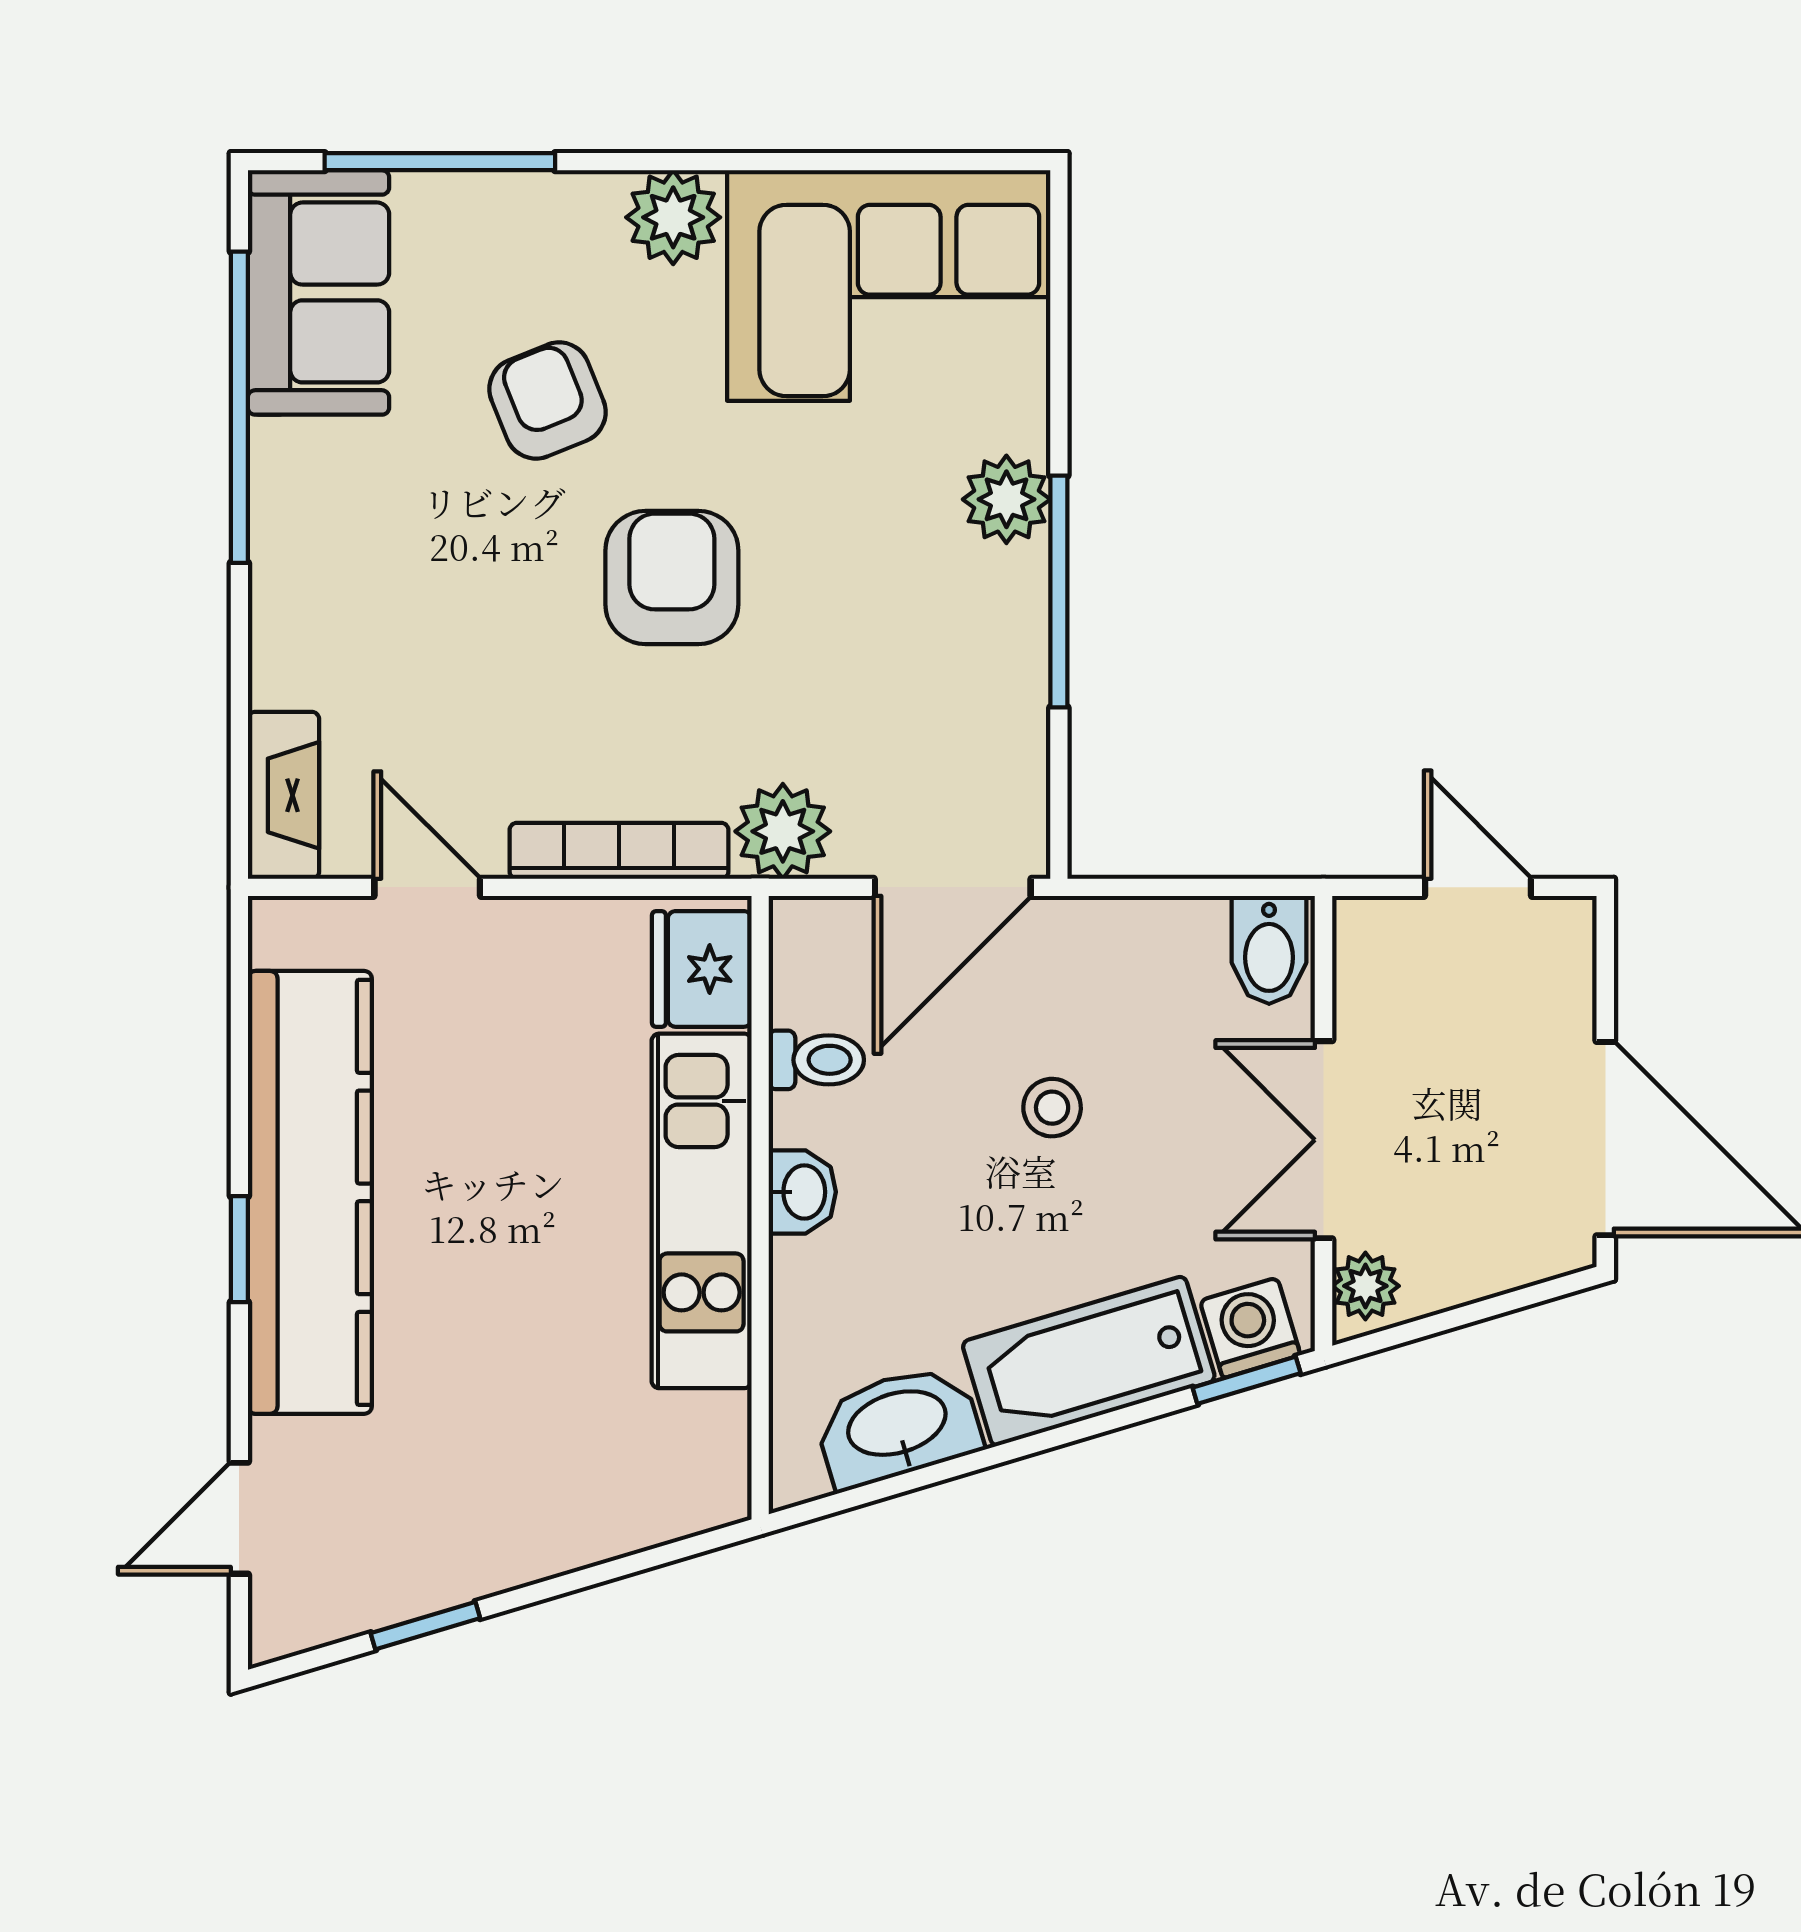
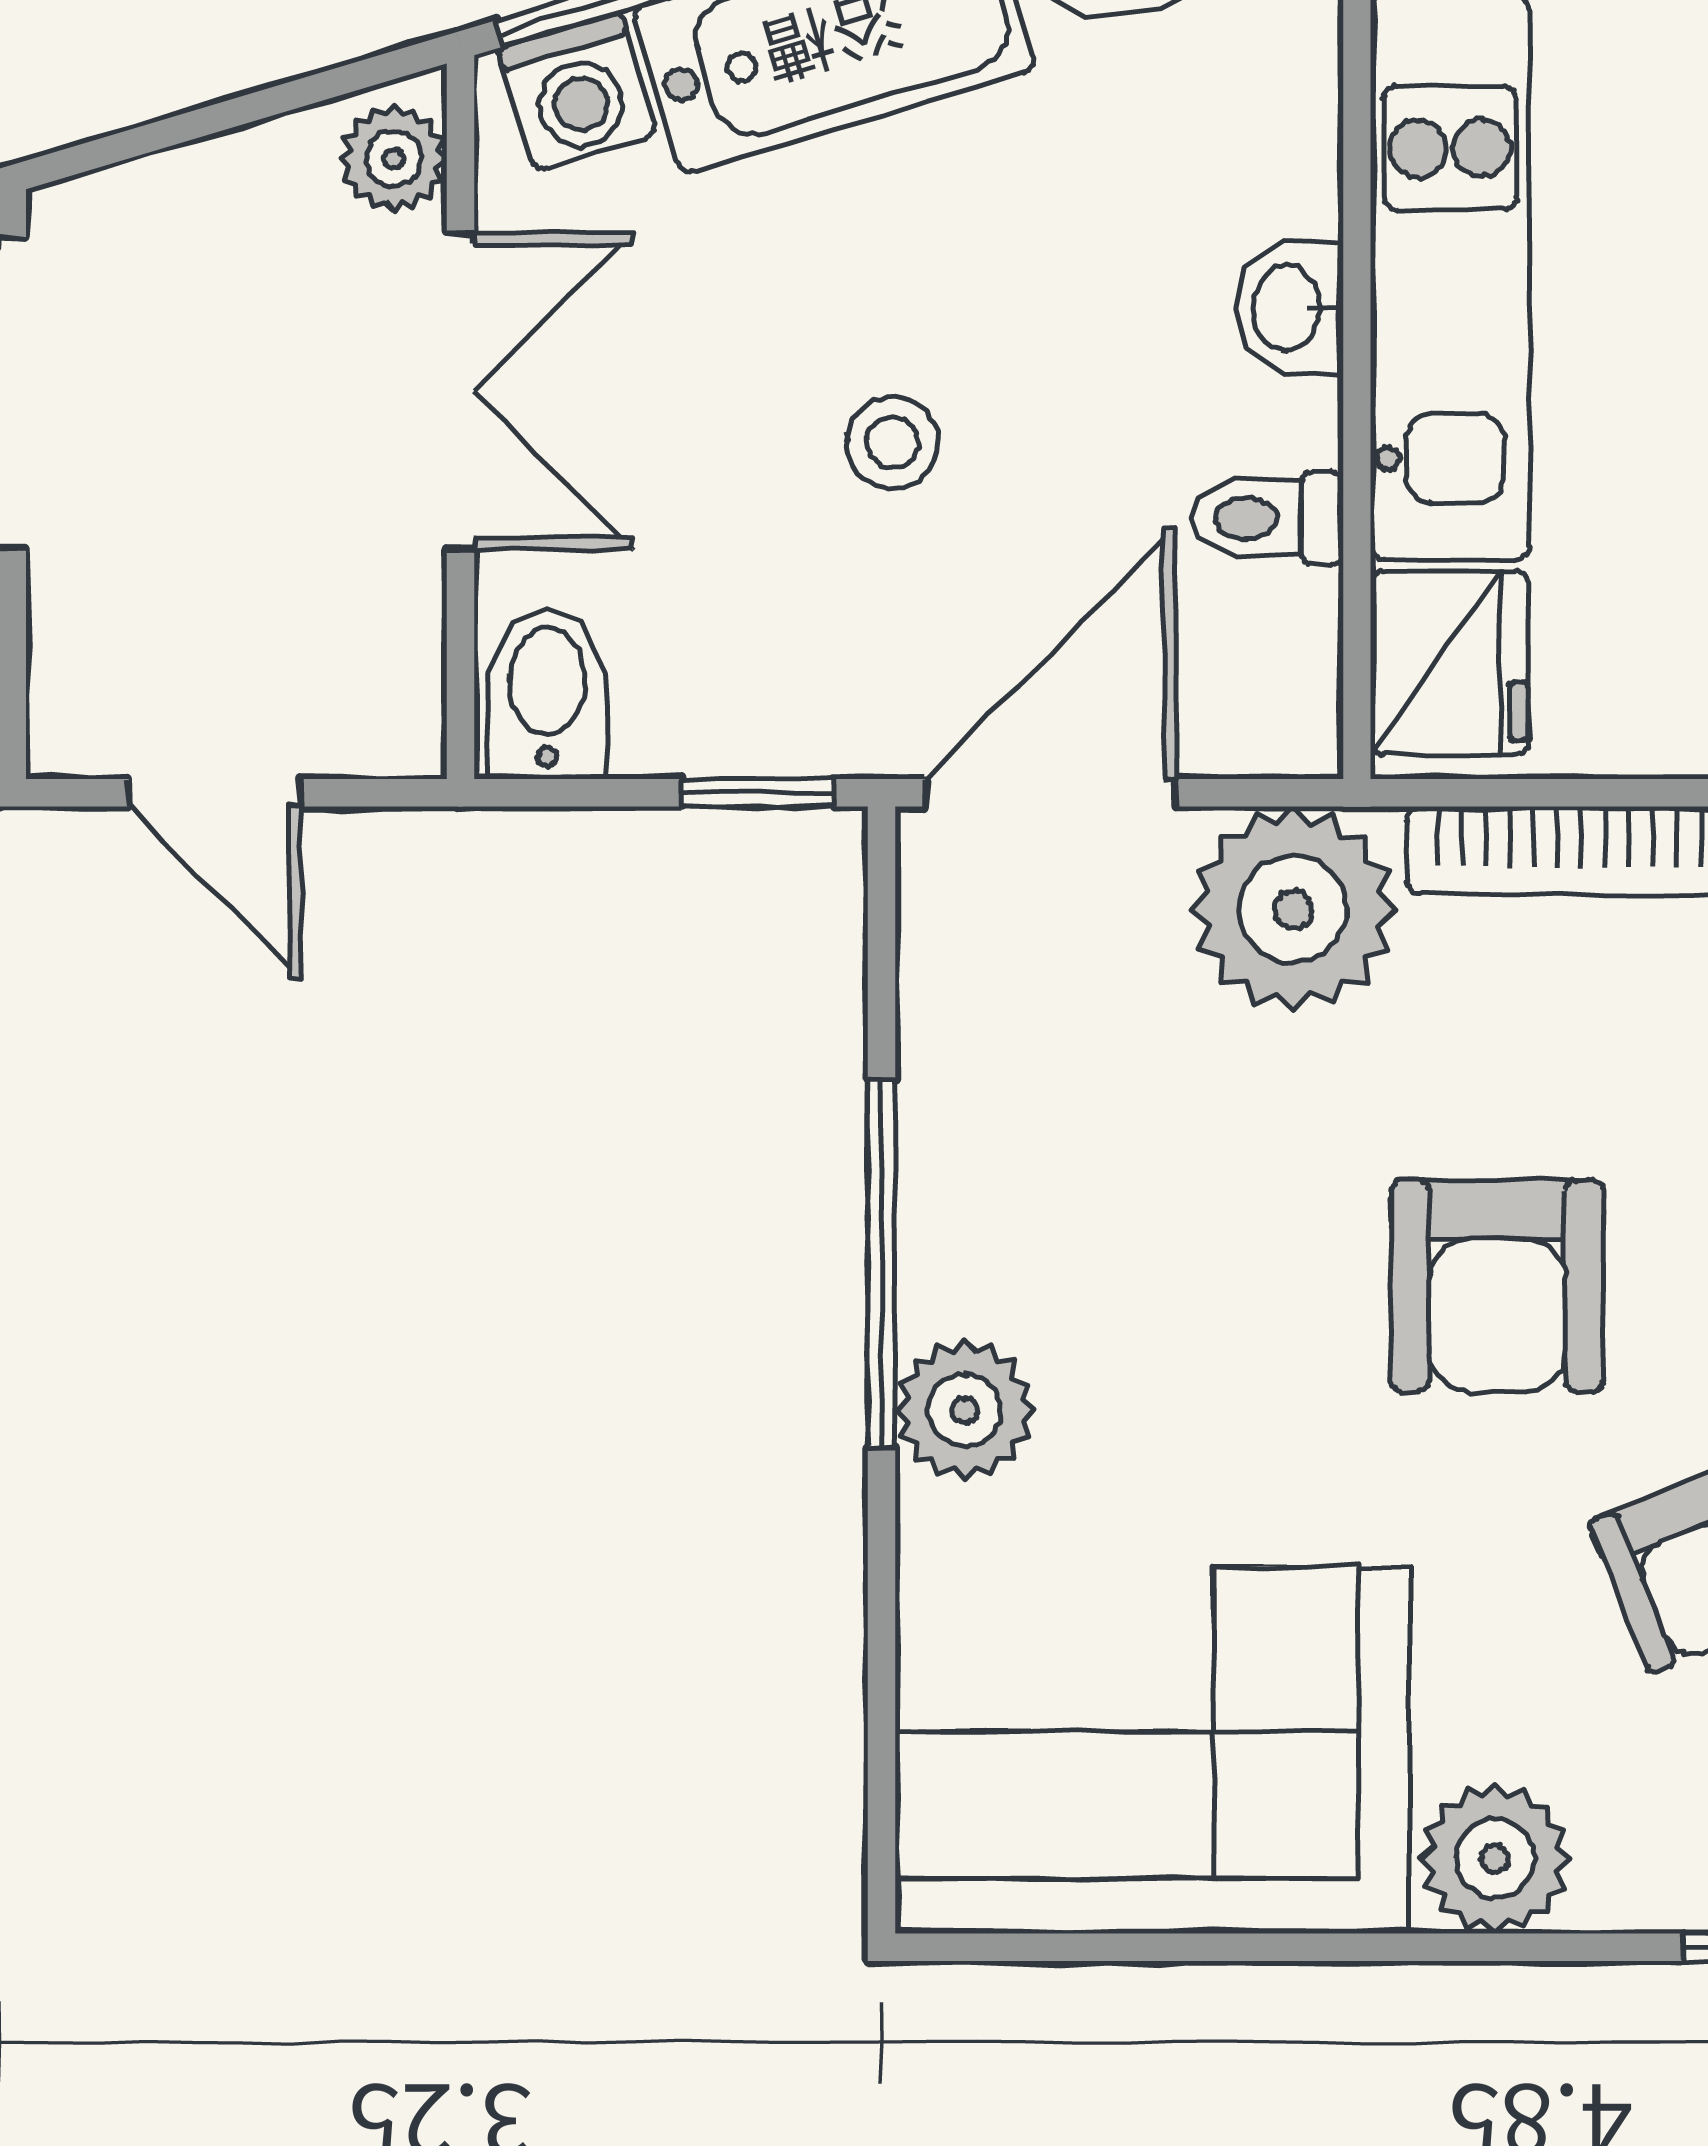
plant: (783, 831) -> (1293, 909), width x1.36, depth x1.36
window: (1137, 887) -> (757, 793), added

